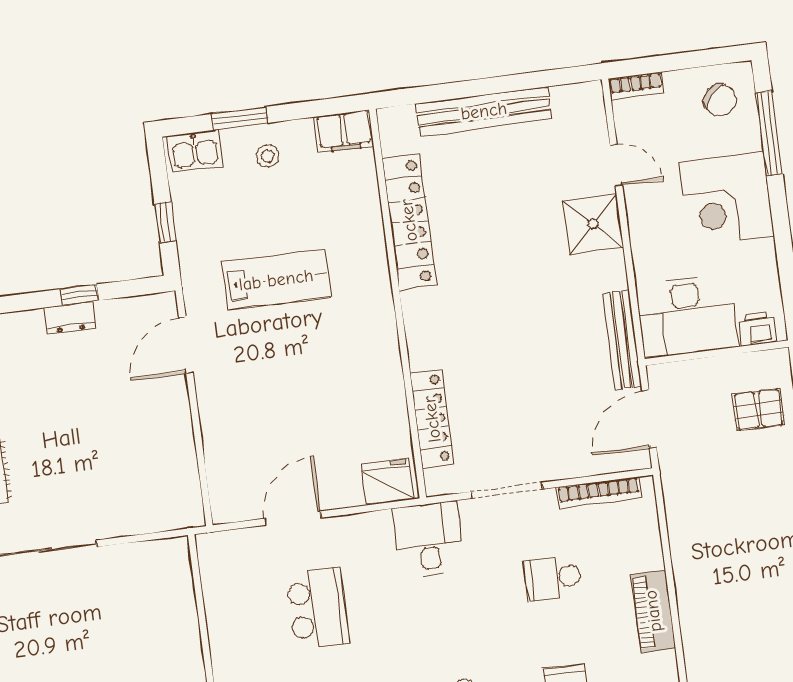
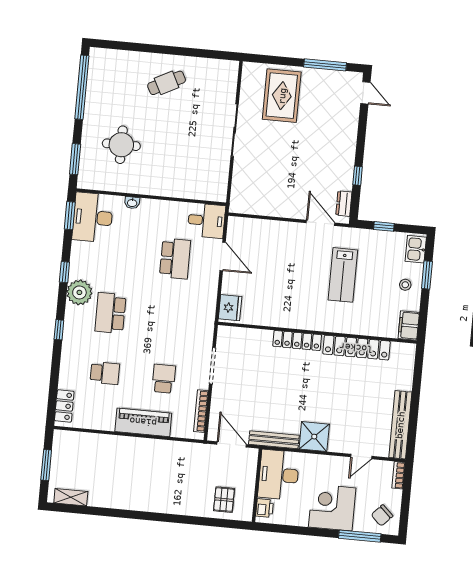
bench: (484, 111) -> (400, 425), moved
shower: (593, 224) -> (314, 437), moved
dresser: (70, 318) -> (344, 204), moved
locker: (432, 419) -> (297, 340), moved
desk: (428, 539) -> (206, 221), moved
school desk: (318, 609) -> (175, 259), turned -90
piano: (653, 611) -> (143, 422), width x1.37, depth x1.33

